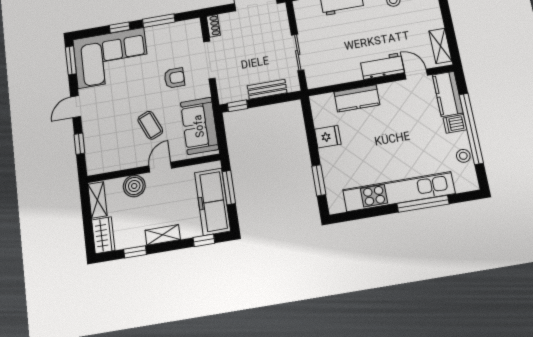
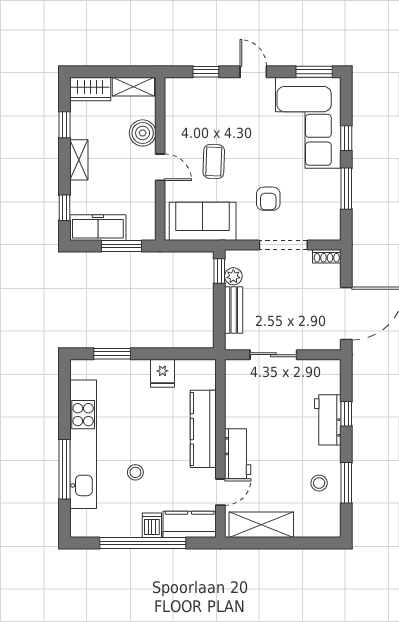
shelving: (440, 46) -> (261, 525), width x1.50, depth x1.33
plant: (240, 94) -> (233, 276), added
kitchen counter: (357, 98) -> (203, 429), width x1.50
coffee table: (150, 125) -> (214, 161), turned -65
stool: (463, 156) -> (135, 472), moved
freezer: (212, 202) -> (98, 228), width x0.73, depth x0.79

